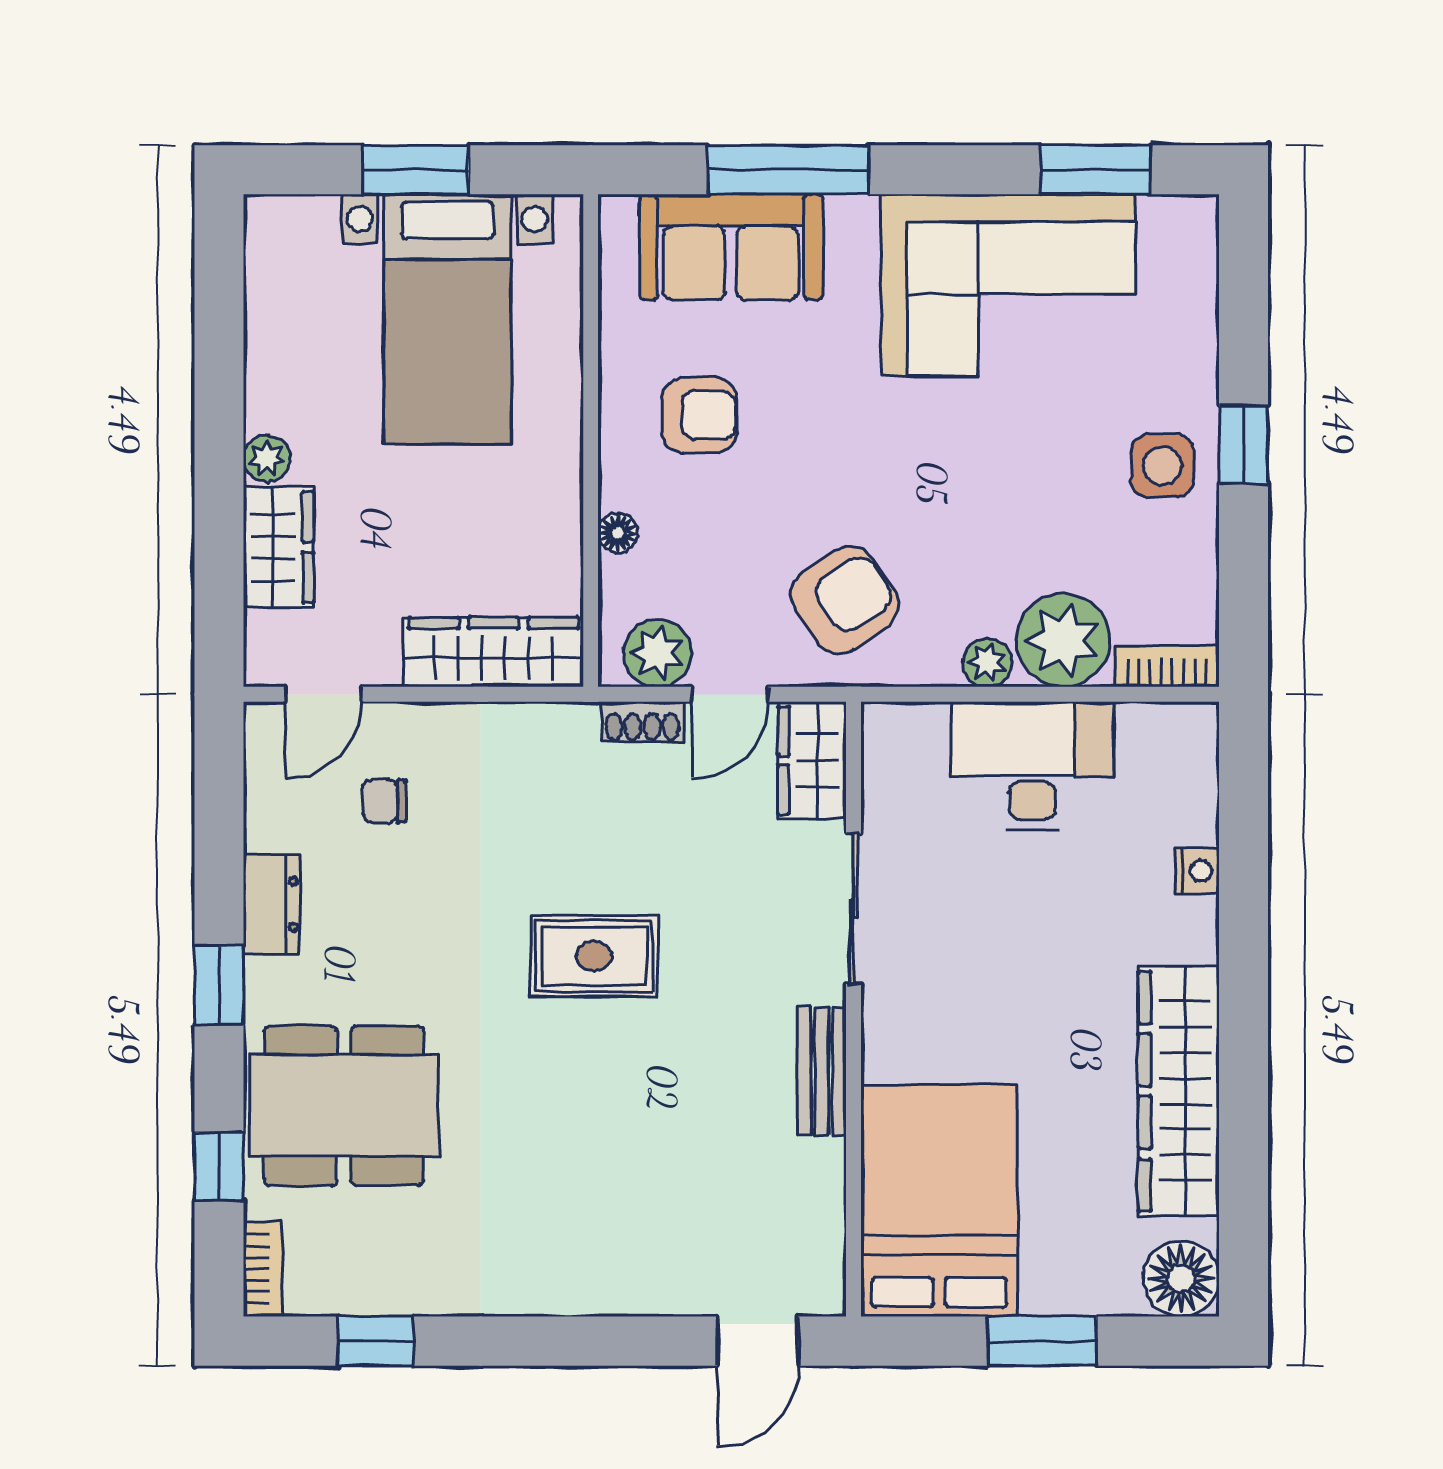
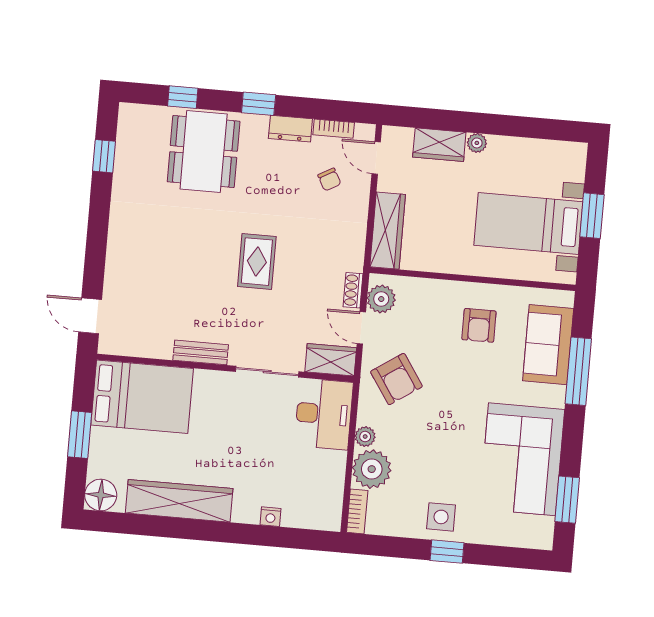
floor lamp: (618, 533) -> (433, 287), removed
desk: (1032, 766) -> (324, 414), moved
chair: (384, 801) -> (329, 180), turned 151
bookcase: (263, 1269) -> (334, 129), moved

